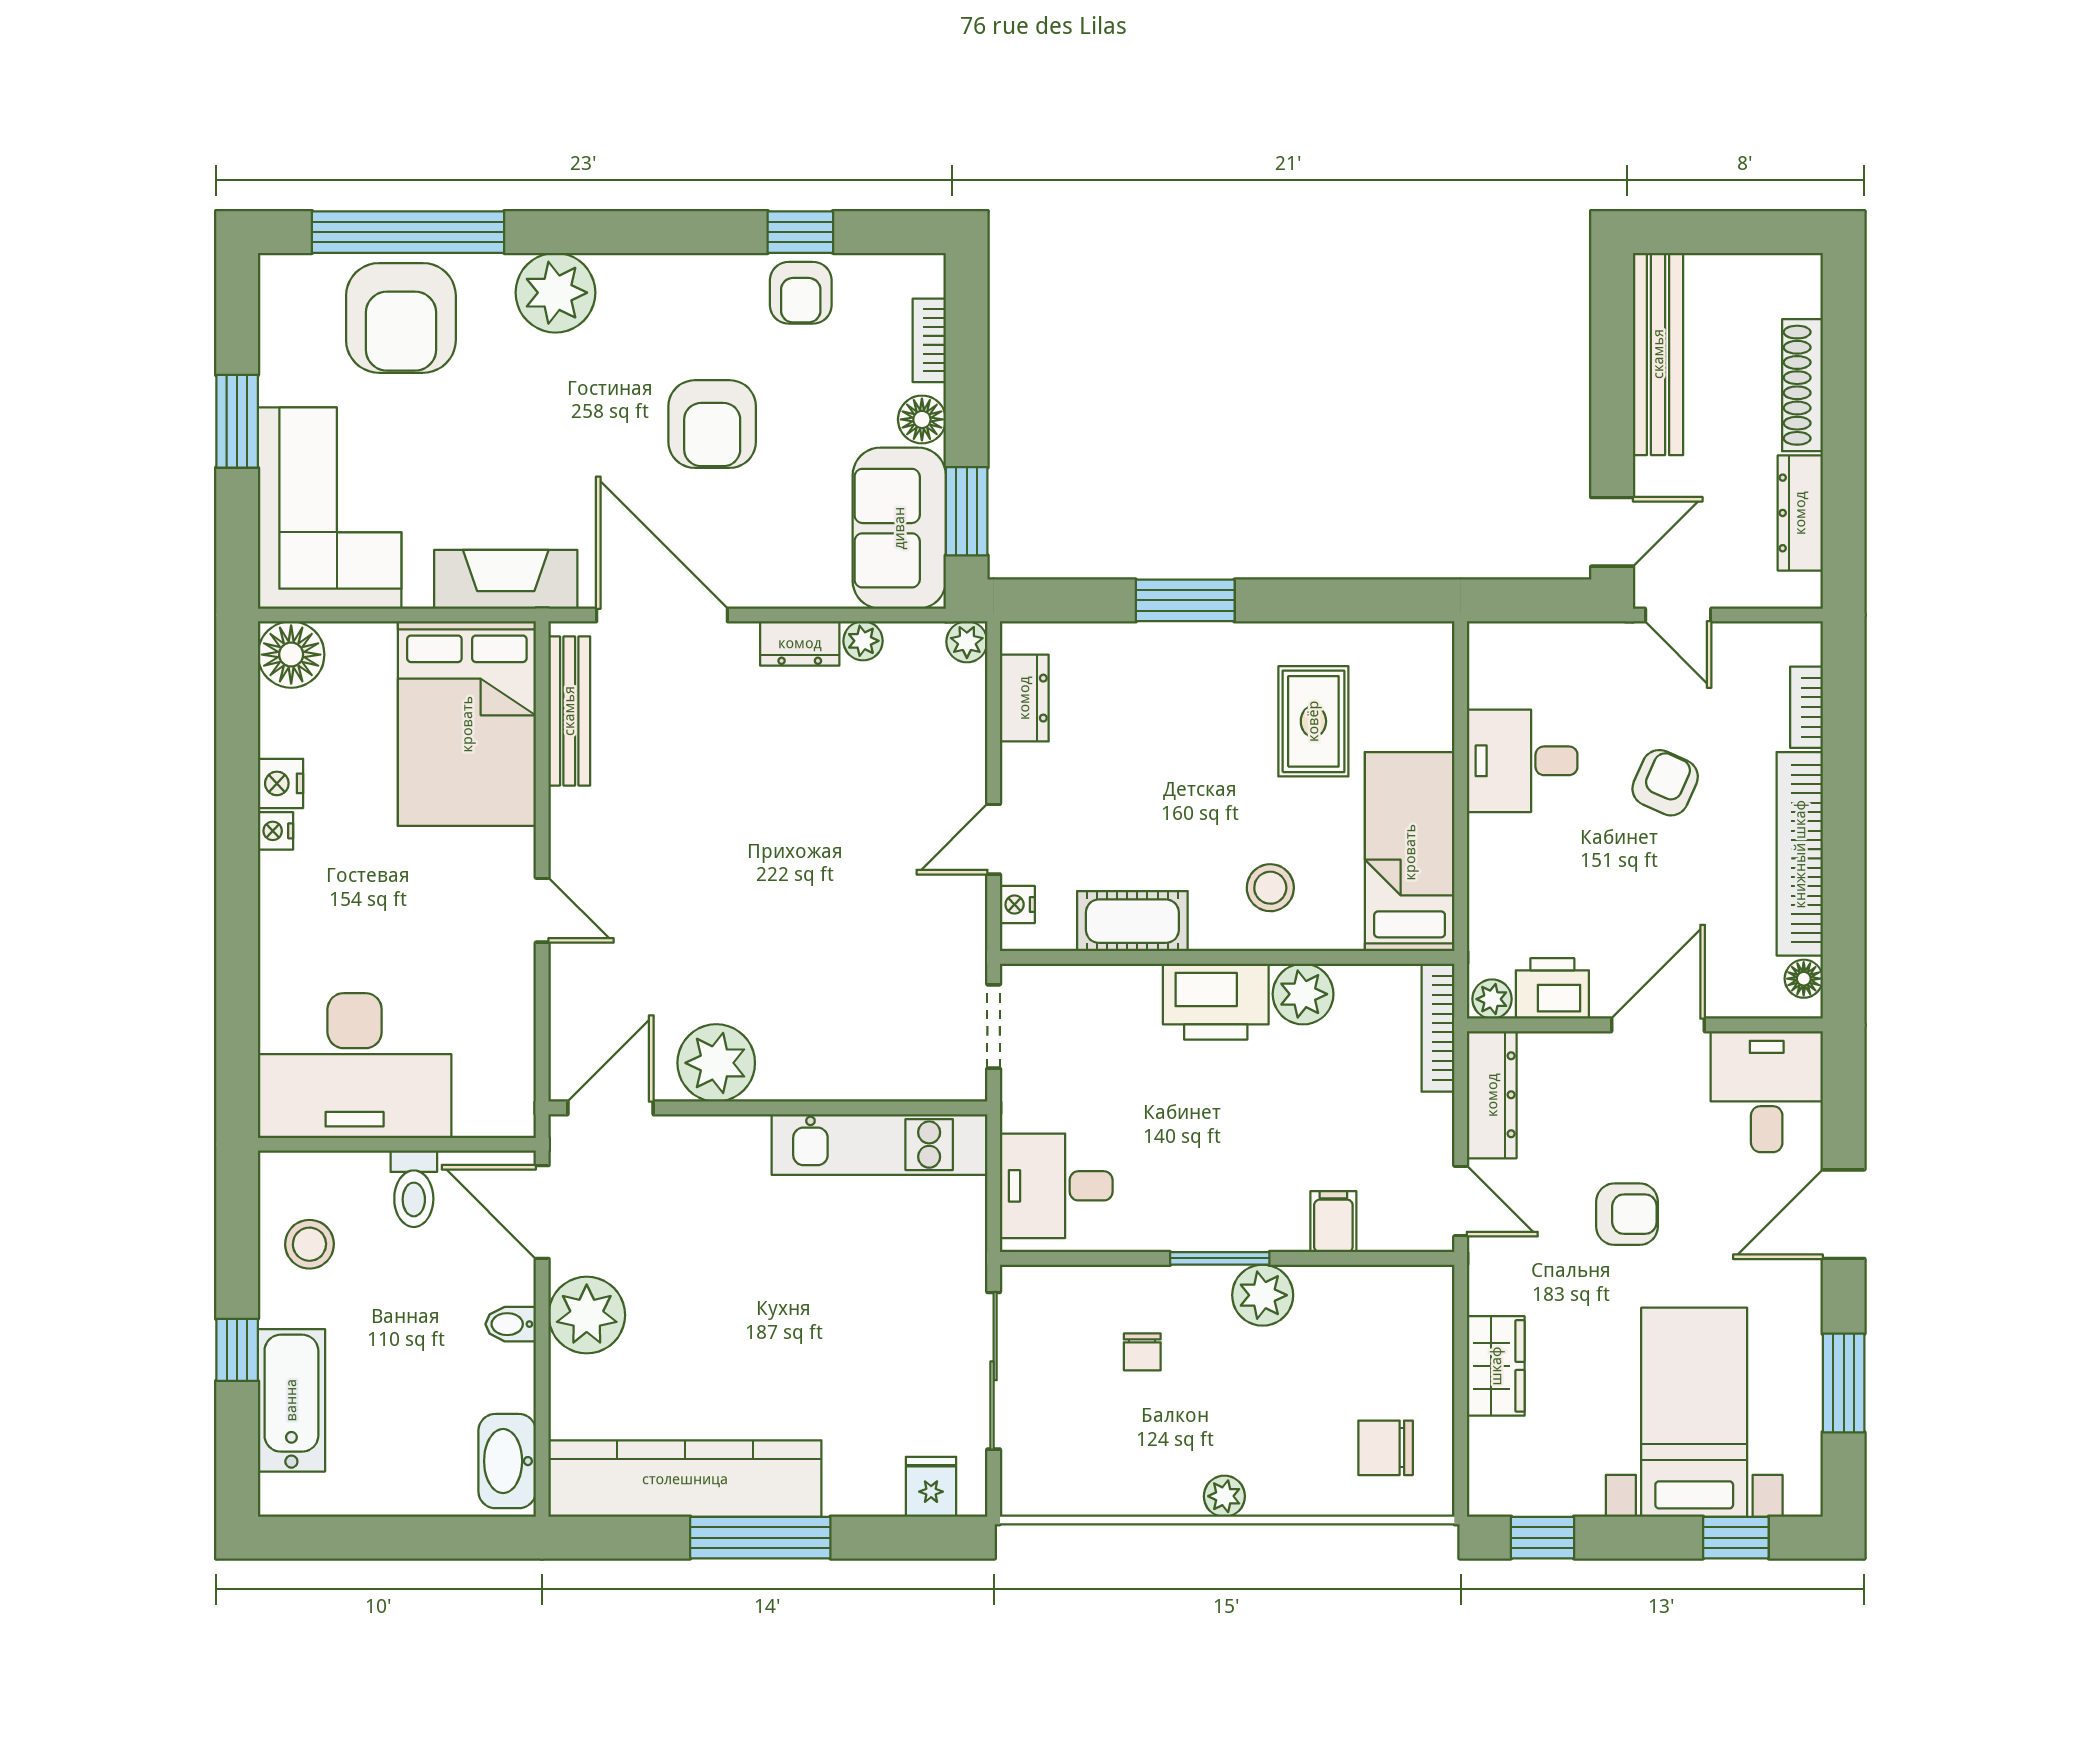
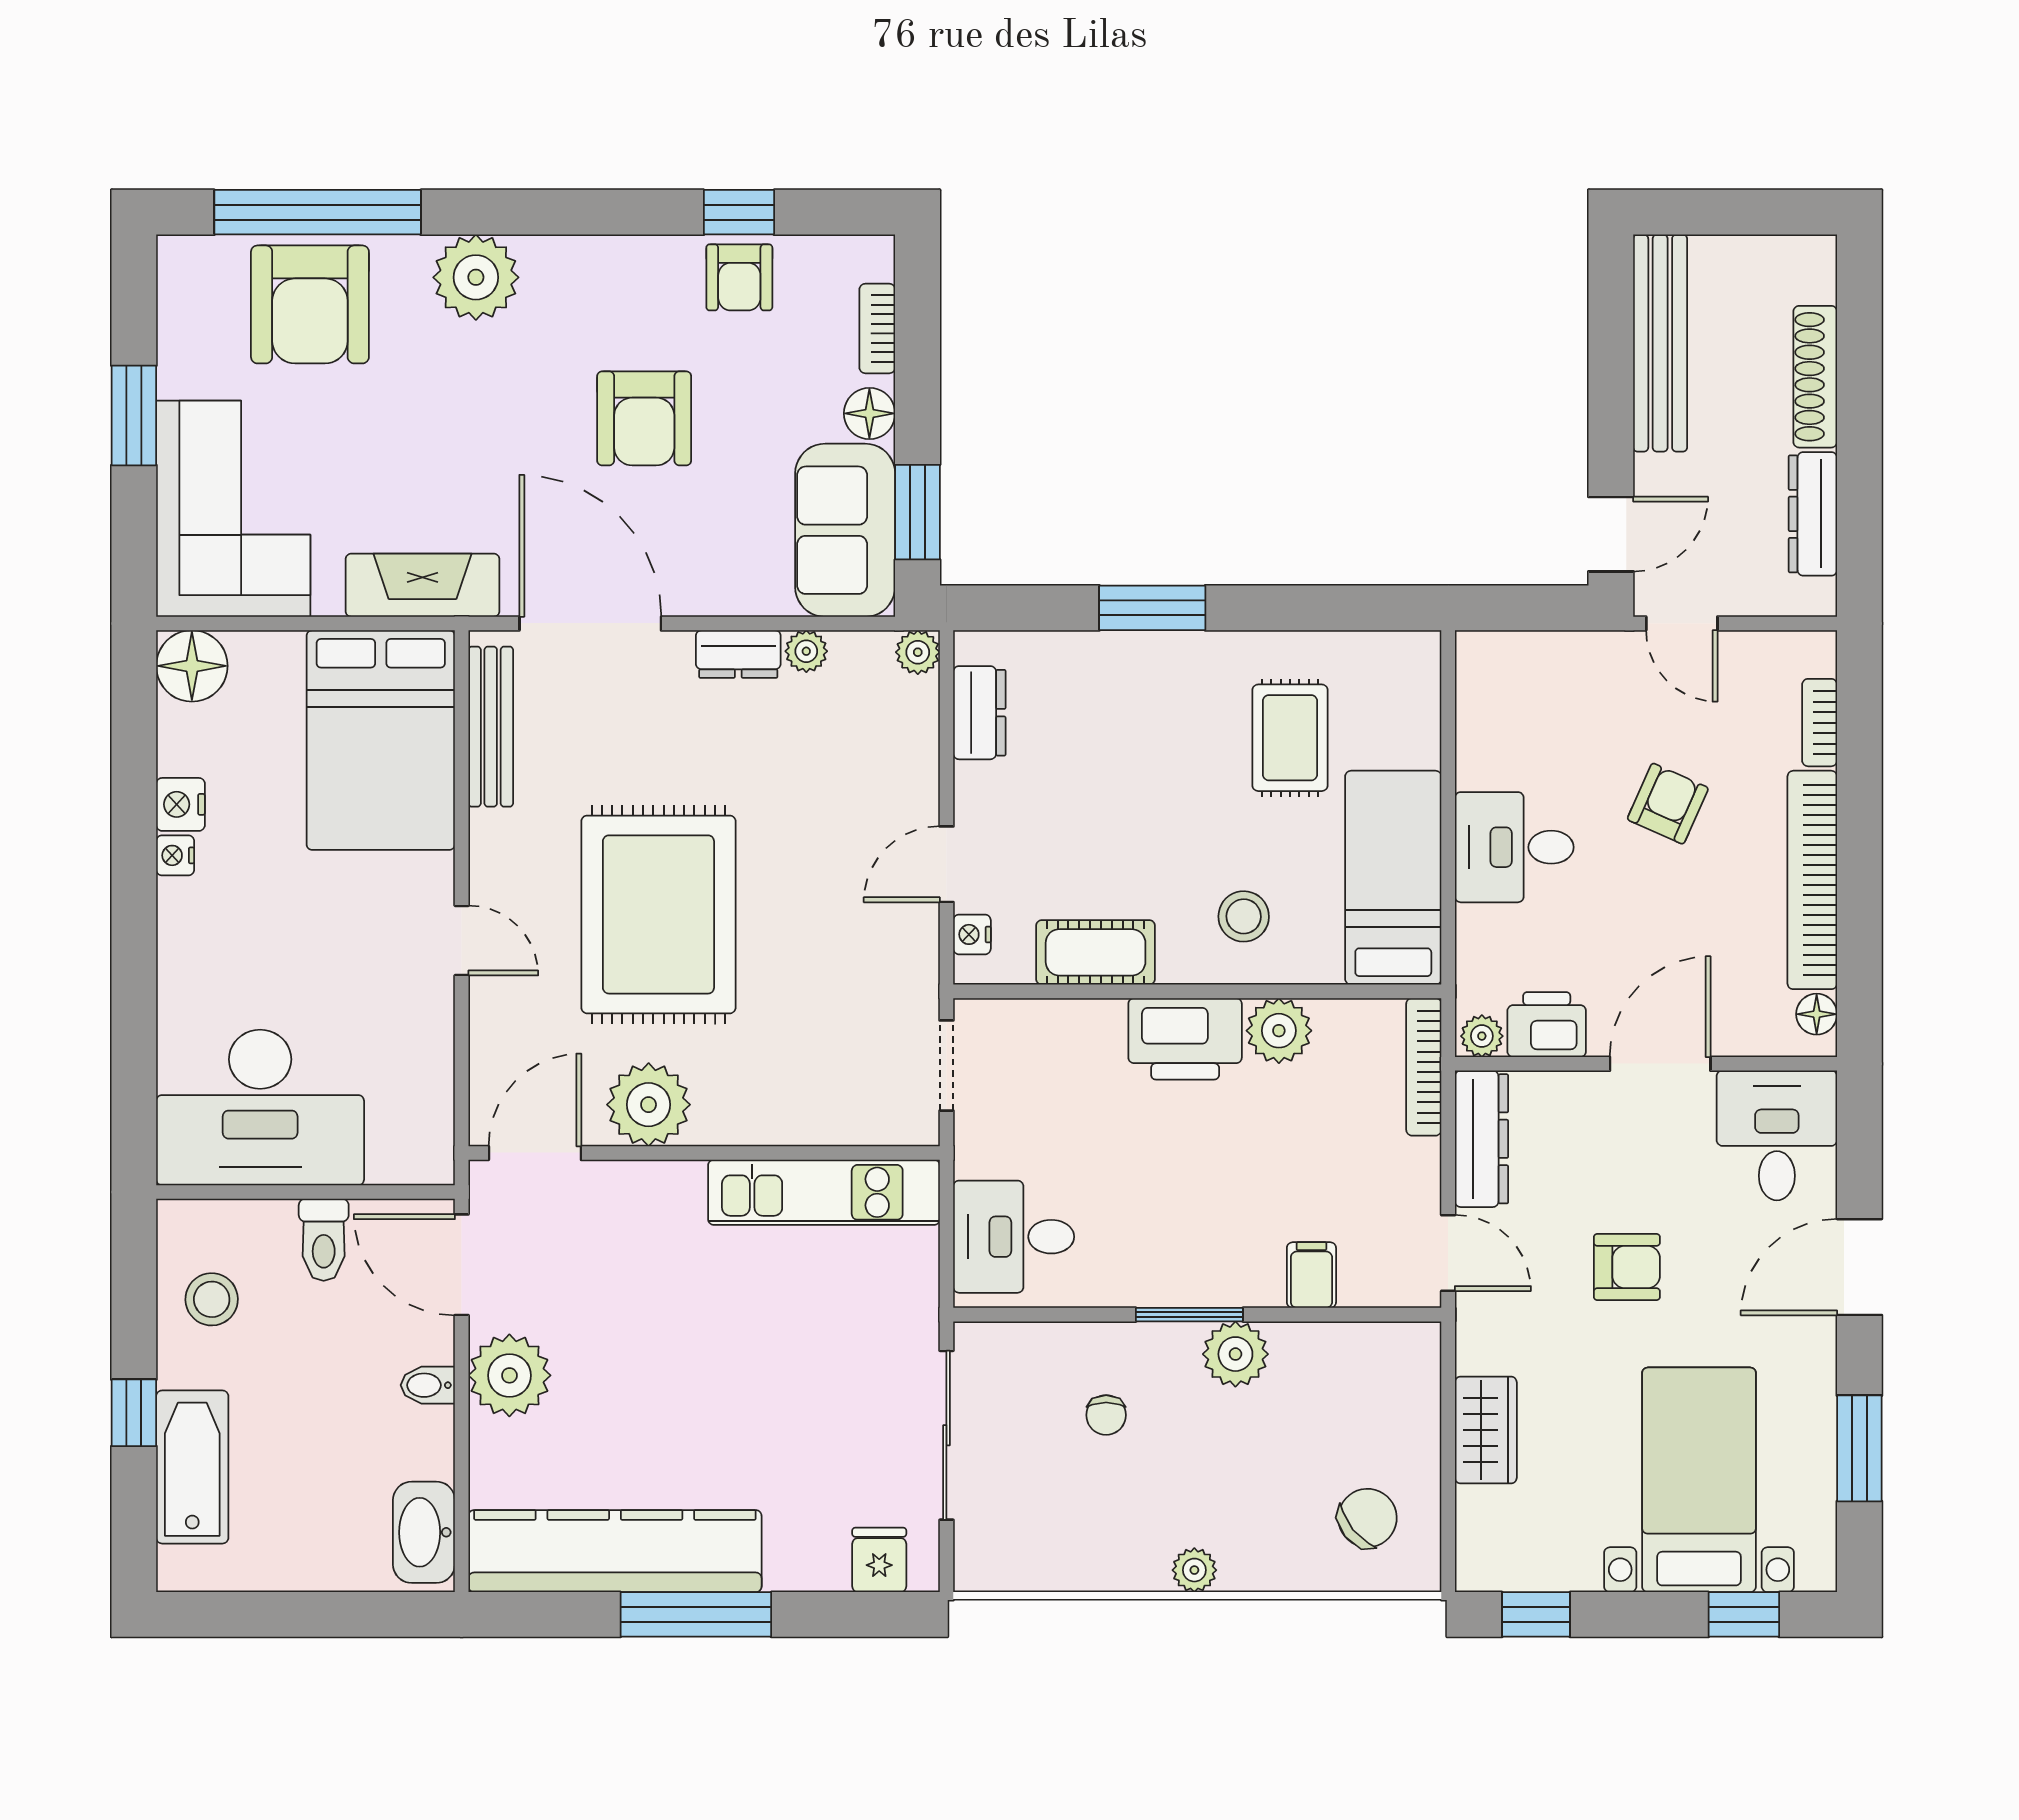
desk: (1522, 761) -> (1514, 847), moved
rug: (725, 886) -> (658, 914), added
chair: (1386, 1448) -> (1367, 1518), turned 141

